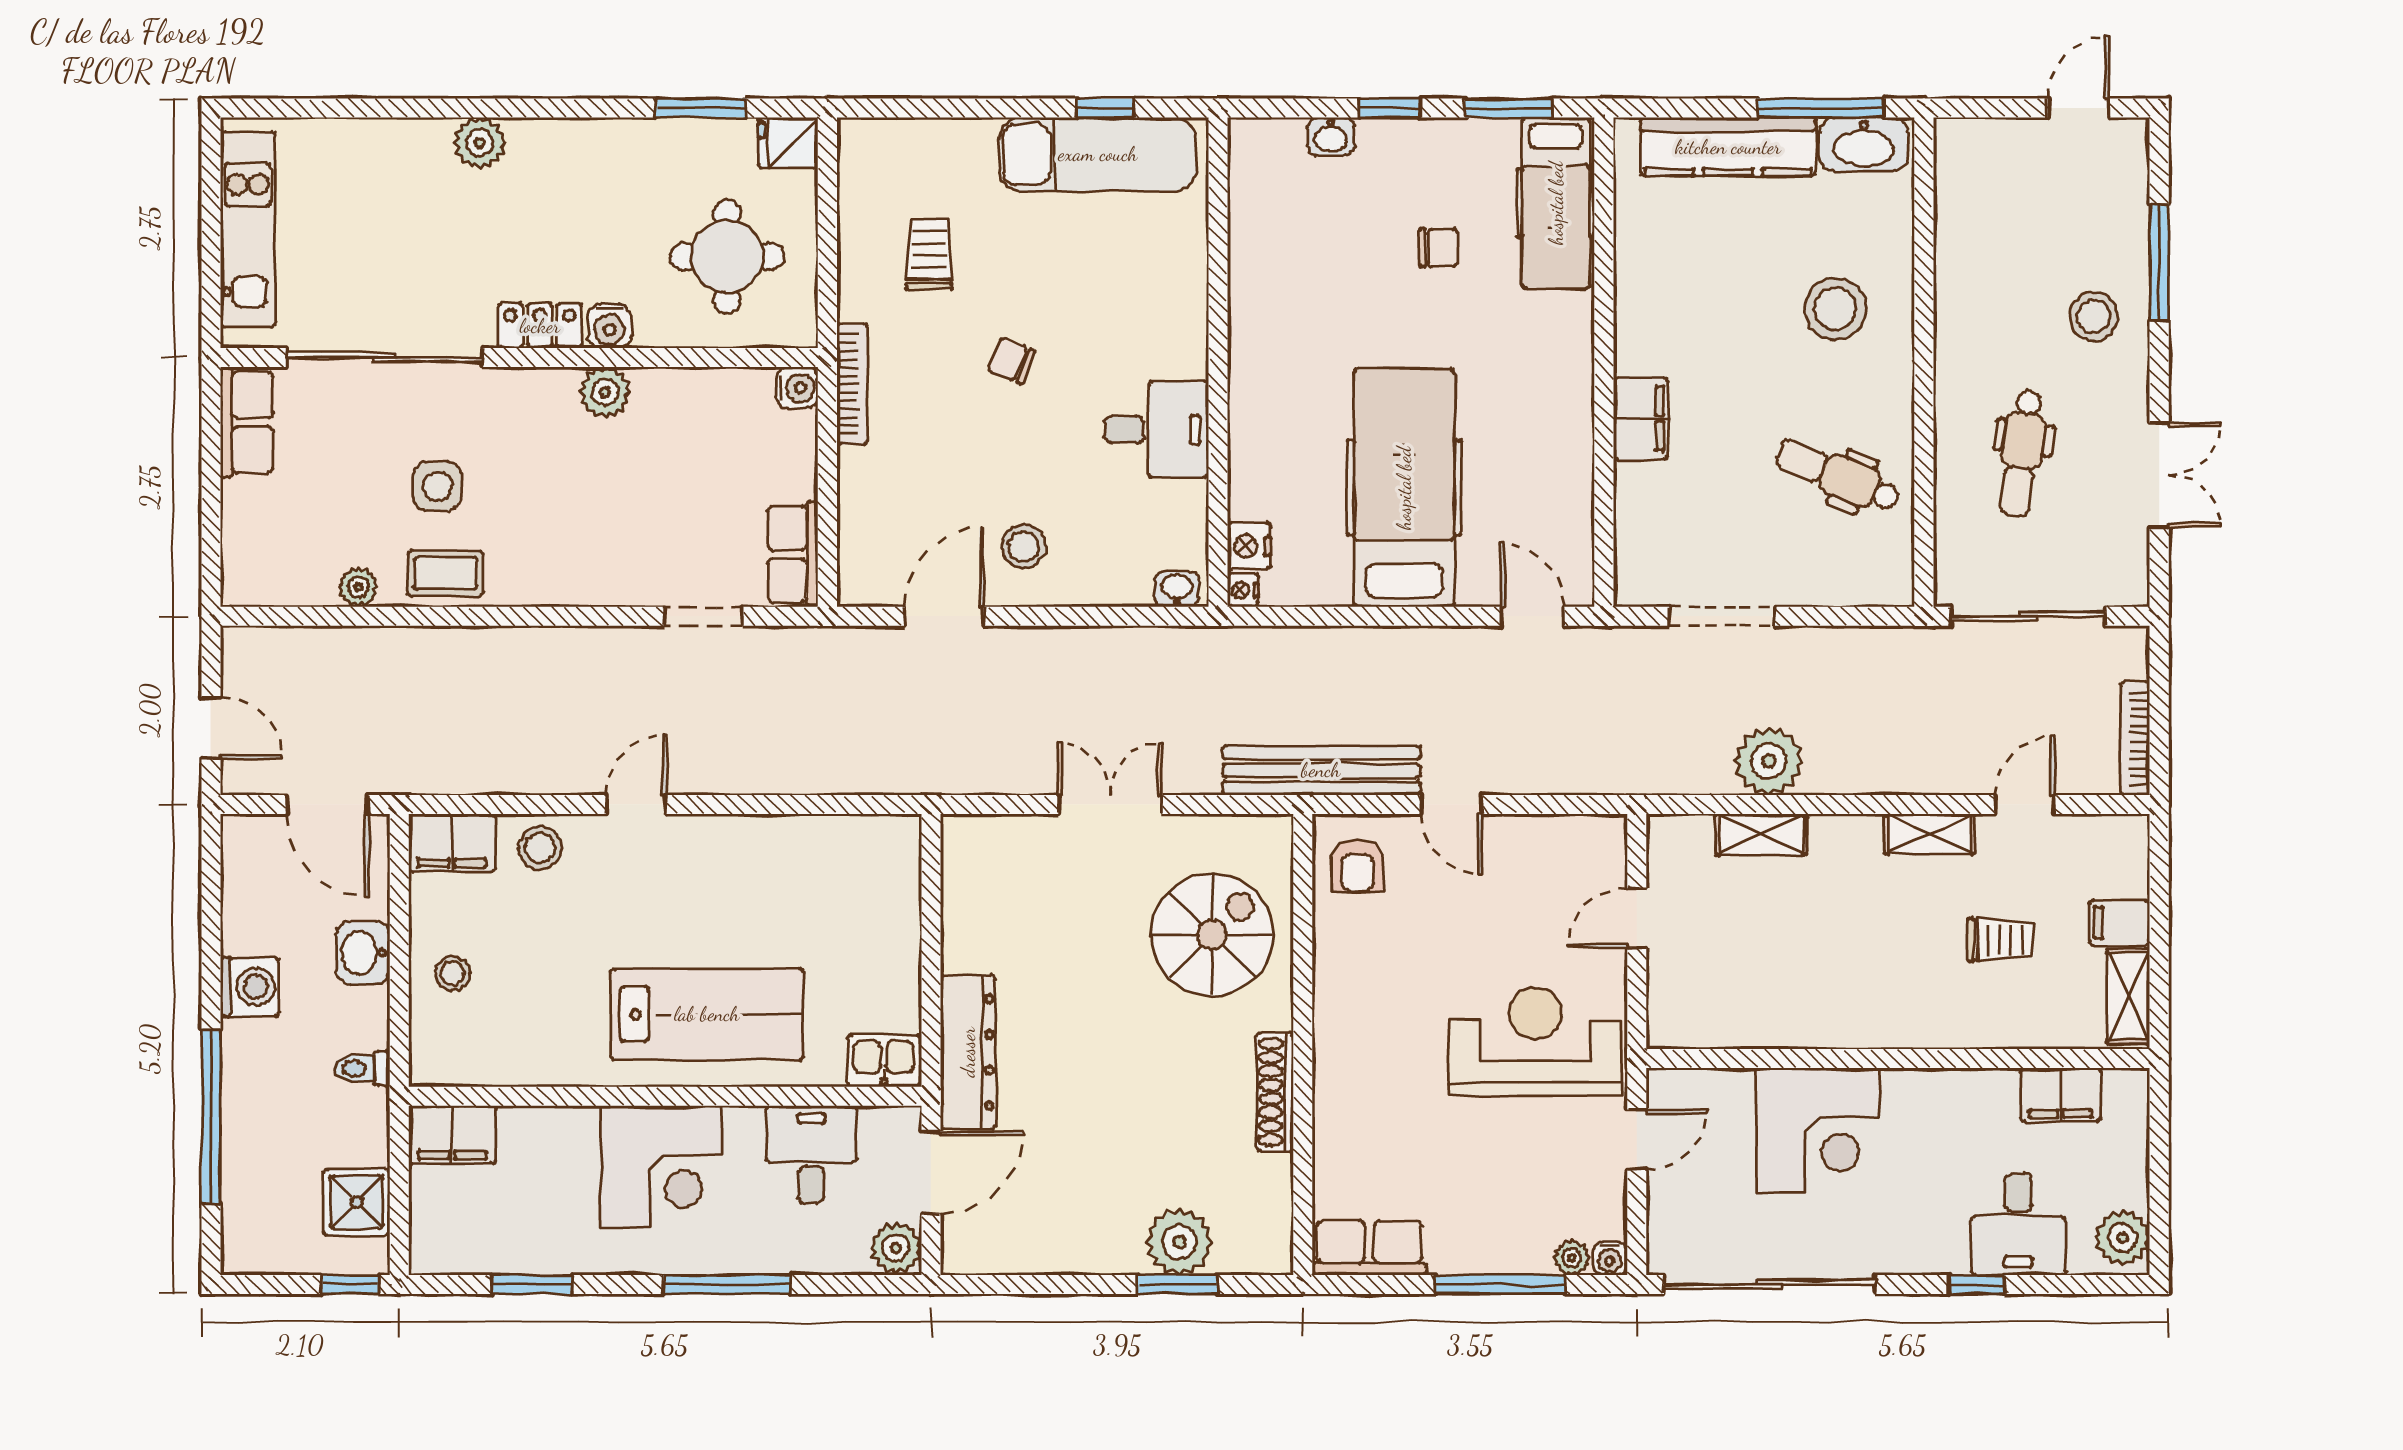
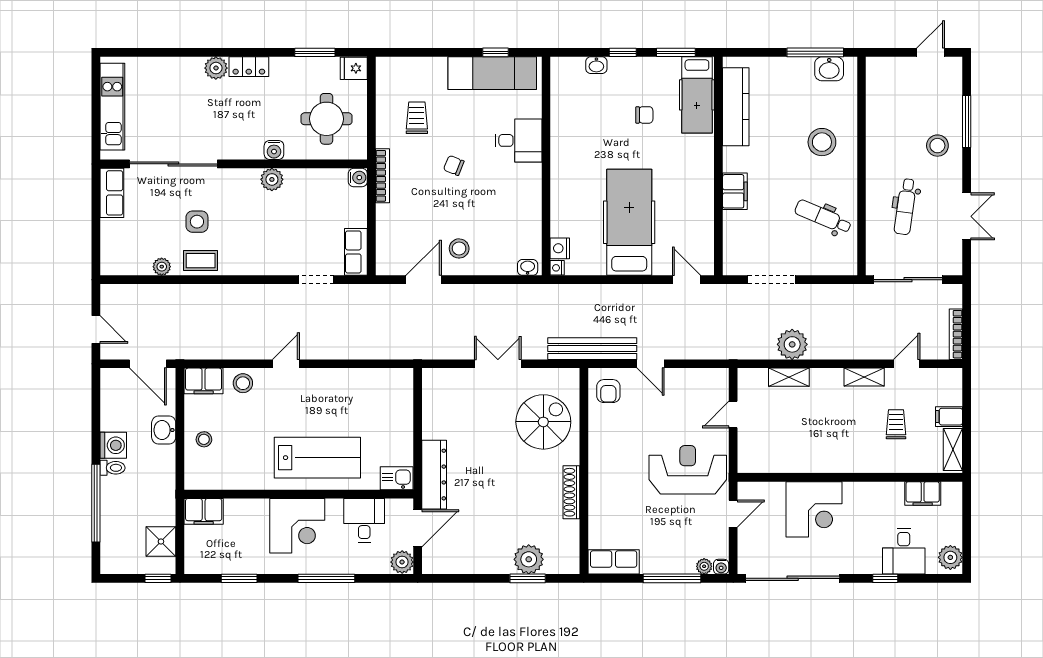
washbasin: (1864, 145) -> (829, 69), width x0.72
kitchen counter: (1728, 147) -> (736, 107), moved, turned -90
locker: (540, 326) -> (249, 67), moved, turned 180
desk: (1157, 430) -> (518, 140), moved
trolley: (2001, 940) -> (896, 424), turned -90
toilet: (362, 1068) -> (112, 468), moved, turned 180

